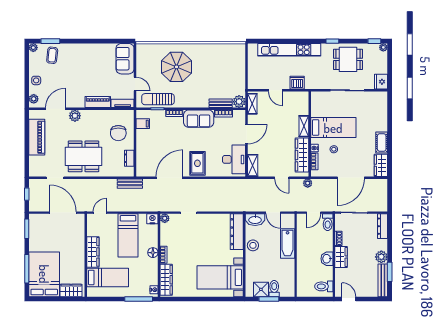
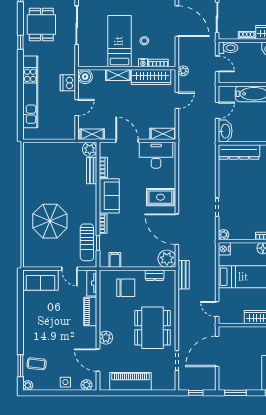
door: (135, 84) -> (70, 269), swing flipped
boiler: (303, 98) -> (85, 77), added
plant: (144, 169) -> (167, 259), added
stool: (253, 245) -> (255, 133), removed

